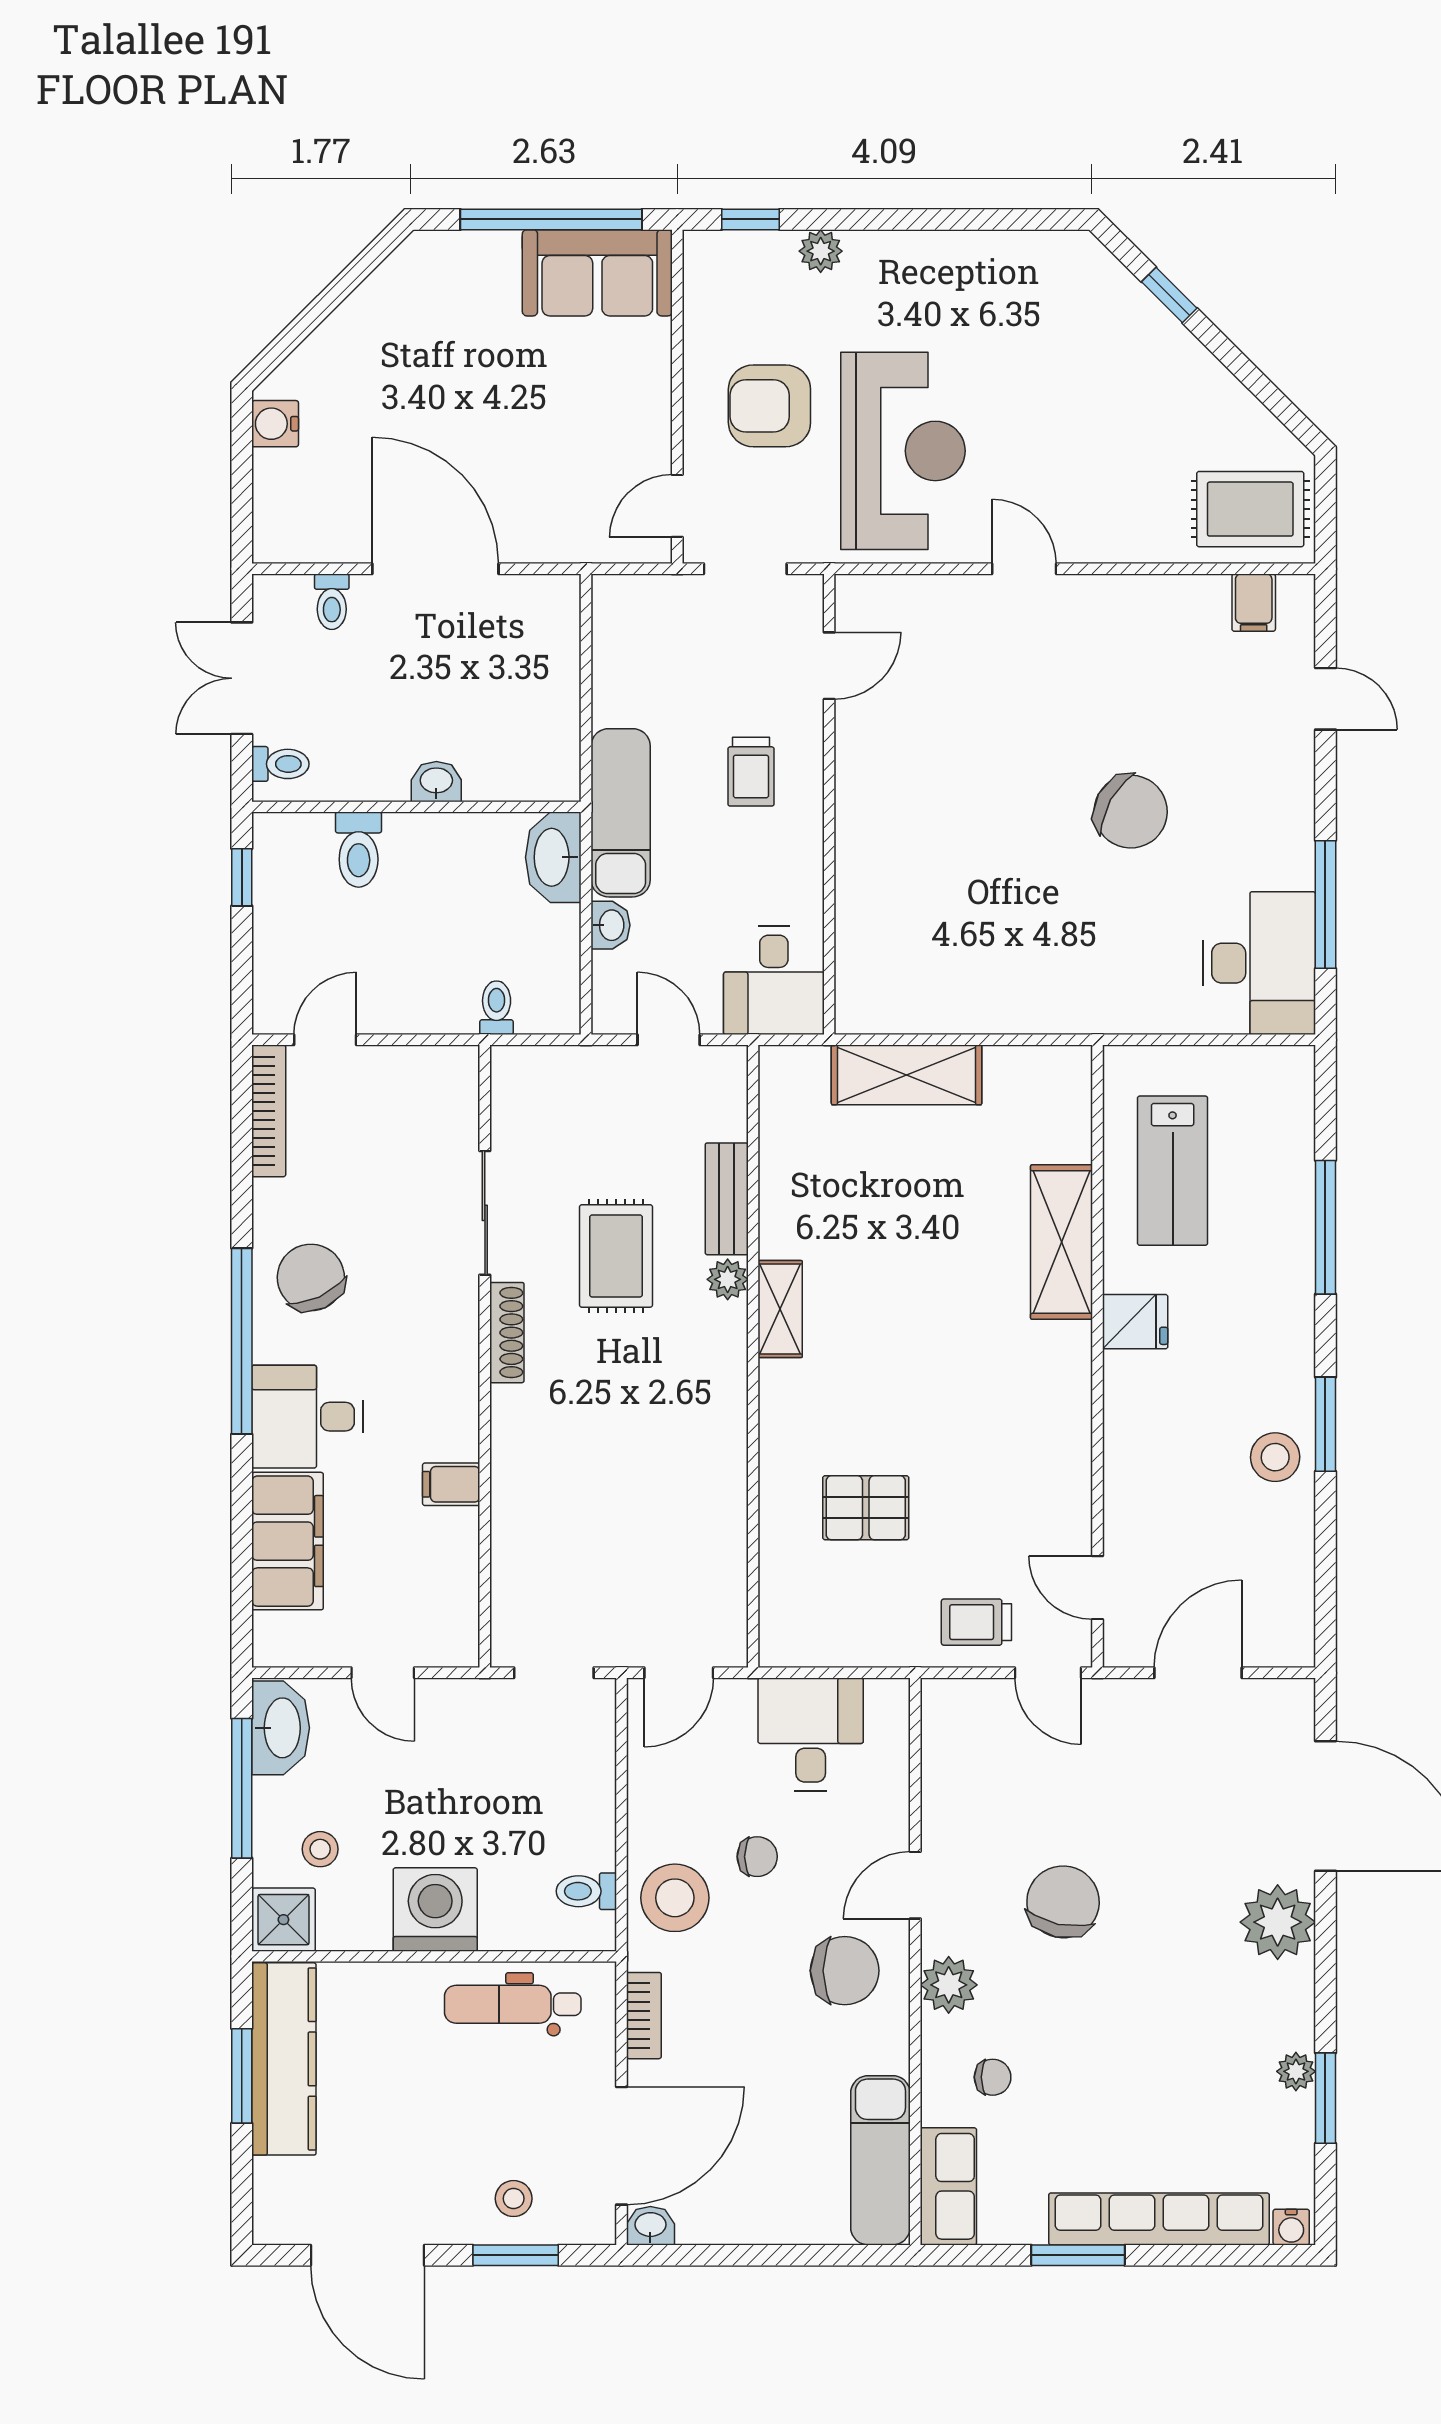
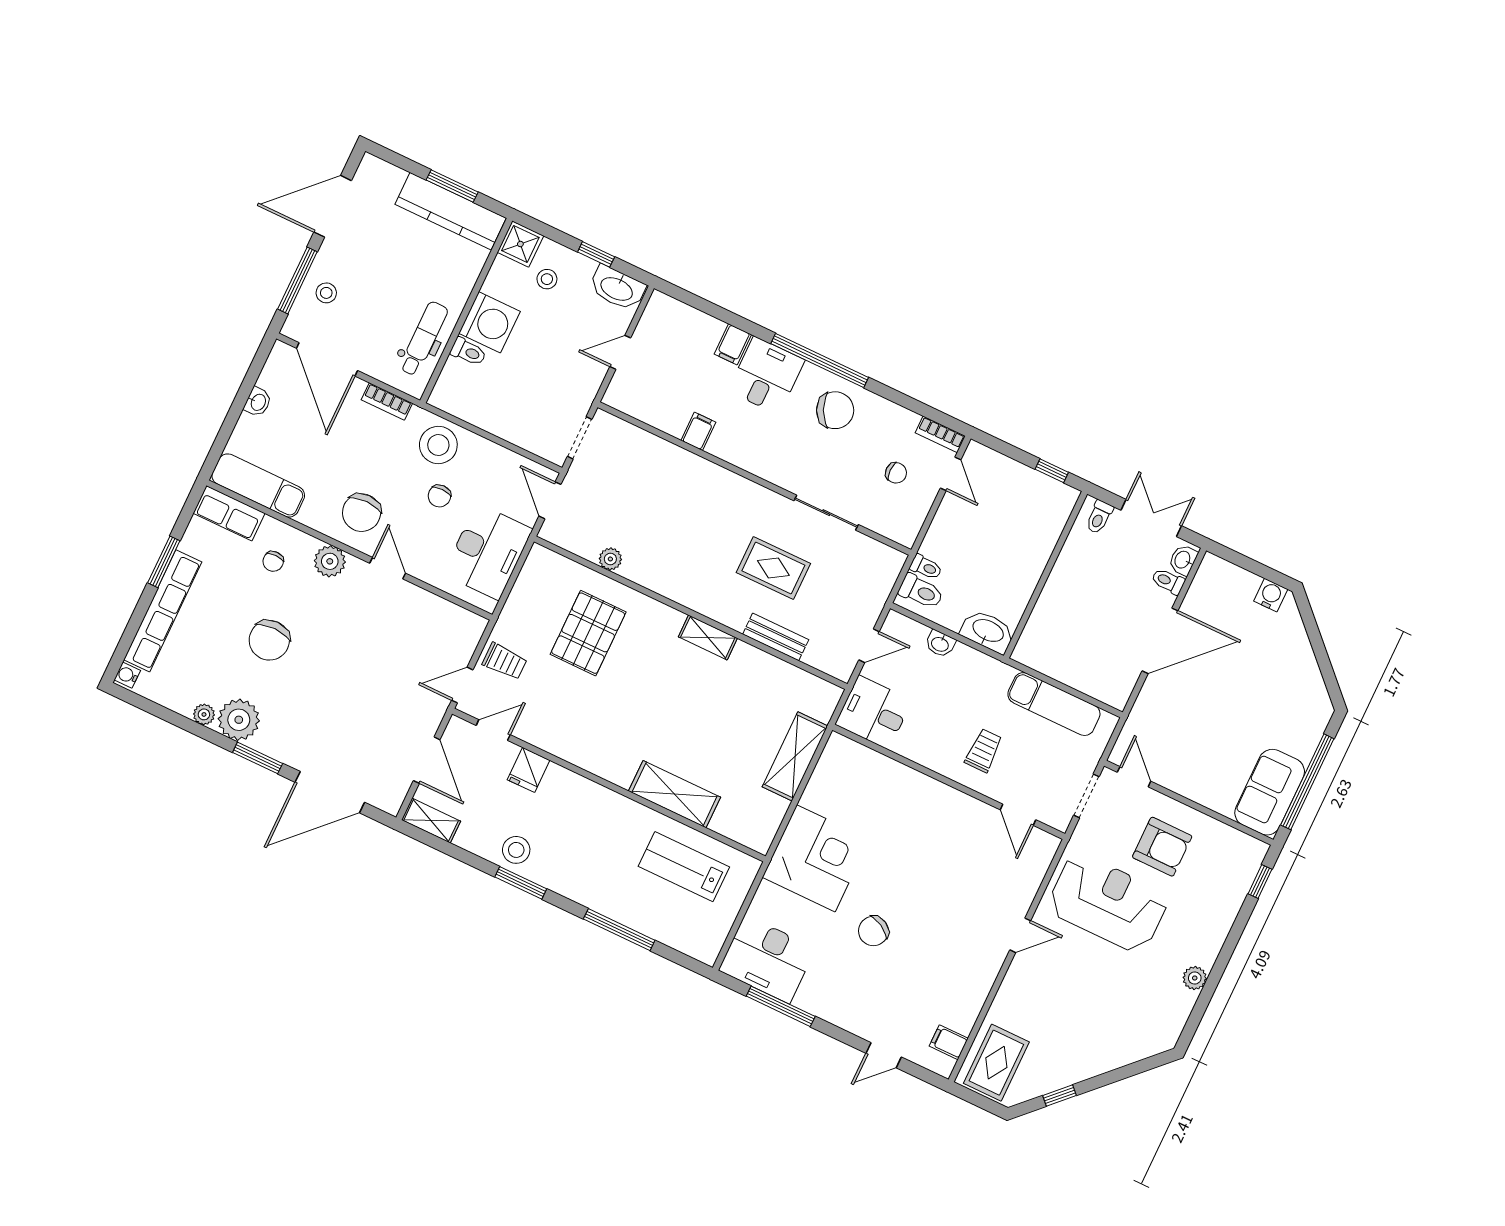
plant: (821, 251) -> (1195, 978), moved
window: (1169, 295) -> (1059, 1095), moved
armchair: (769, 406) -> (1162, 847), turned 90
reception desk: (903, 451) -> (1108, 903), turned 180
trolley: (751, 772) -> (984, 751), turned 90
washbasin: (436, 782) -> (1183, 560), moved, turned 180
chair: (1131, 812) -> (873, 931), width x0.73, depth x0.73
exam couch: (621, 813) -> (1054, 704), moved
toilet: (359, 850) -> (921, 592), moved, turned 180
corner desk: (1057, 962) -> (816, 858), added
bookcase: (269, 1111) -> (940, 434), width x0.64
chair: (366, 1130) -> (896, 473), added
plant: (728, 1279) -> (610, 559), moved
fridge: (1135, 1322) -> (529, 770), moved
shoe rack: (507, 1333) -> (761, 495), removed
pallet: (866, 1508) -> (588, 633), width x1.50, depth x1.42
filing cabinet: (288, 1541) -> (733, 344), width x0.33, depth x0.86
shelving: (1293, 1619) -> (431, 821), added
trolley: (976, 1622) -> (505, 661), turned 90
desk: (811, 1735) -> (488, 552), width x1.37
window: (242, 1788) -> (596, 254), width x0.46
toilet: (586, 1891) -> (468, 352), moved, turned 90
chair: (1063, 1902) -> (269, 640), moved, turned 78
plant: (1278, 1922) -> (239, 720), moved
window: (1325, 2098) -> (258, 758), moved
washbasin: (650, 2226) -> (258, 402), moved
window: (516, 2255) -> (297, 280), width x1.44

